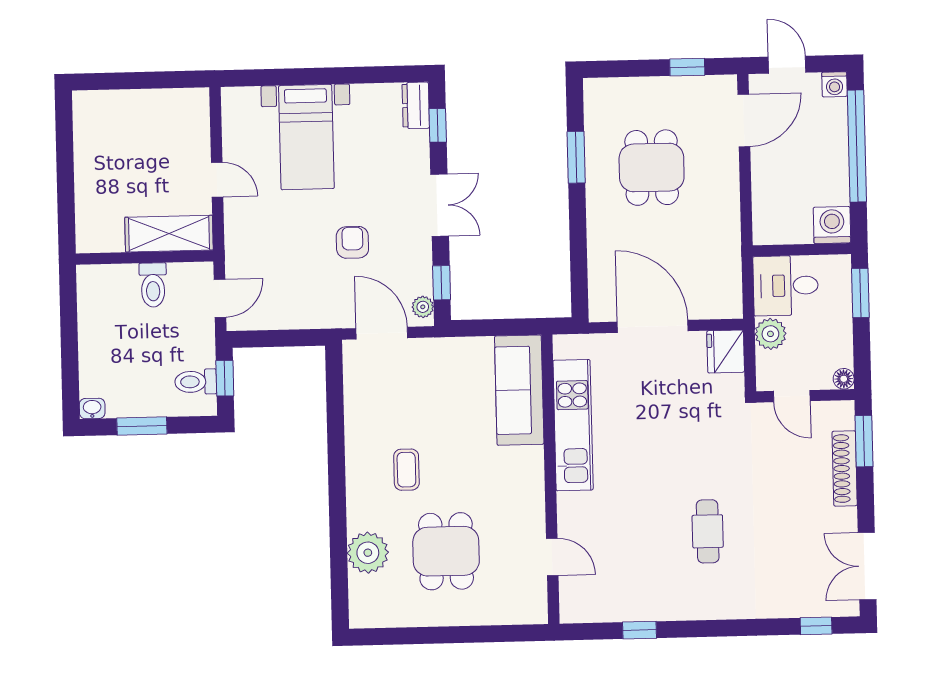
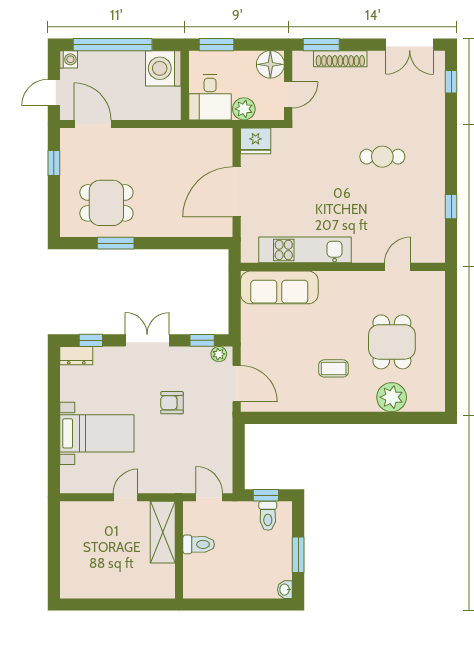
dining table: (652, 168) -> (106, 203), moved
washing machine: (832, 225) -> (163, 68), width x1.37, depth x1.37
door: (382, 333) -> (237, 384), swing flipped
floor lamp: (844, 379) -> (270, 64), width x1.89, depth x1.89
dining table: (446, 551) -> (392, 342), turned 90

